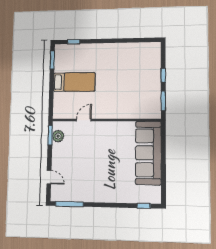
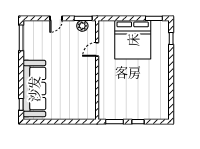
bed: (74, 82) -> (133, 40), width x2.04
door: (84, 120) -> (97, 49), swing flipped
sofa: (148, 153) -> (34, 89), moved, turned 90
door: (49, 177) -> (56, 18), moved

